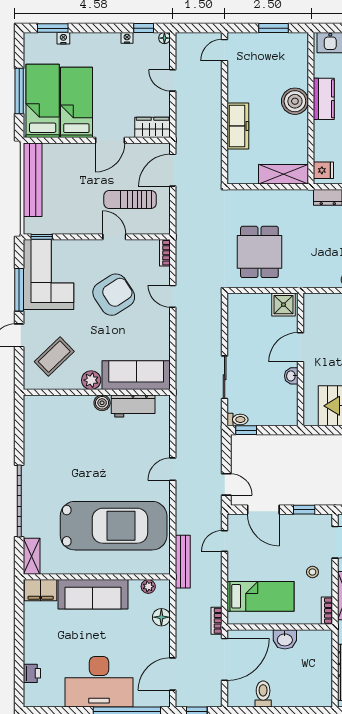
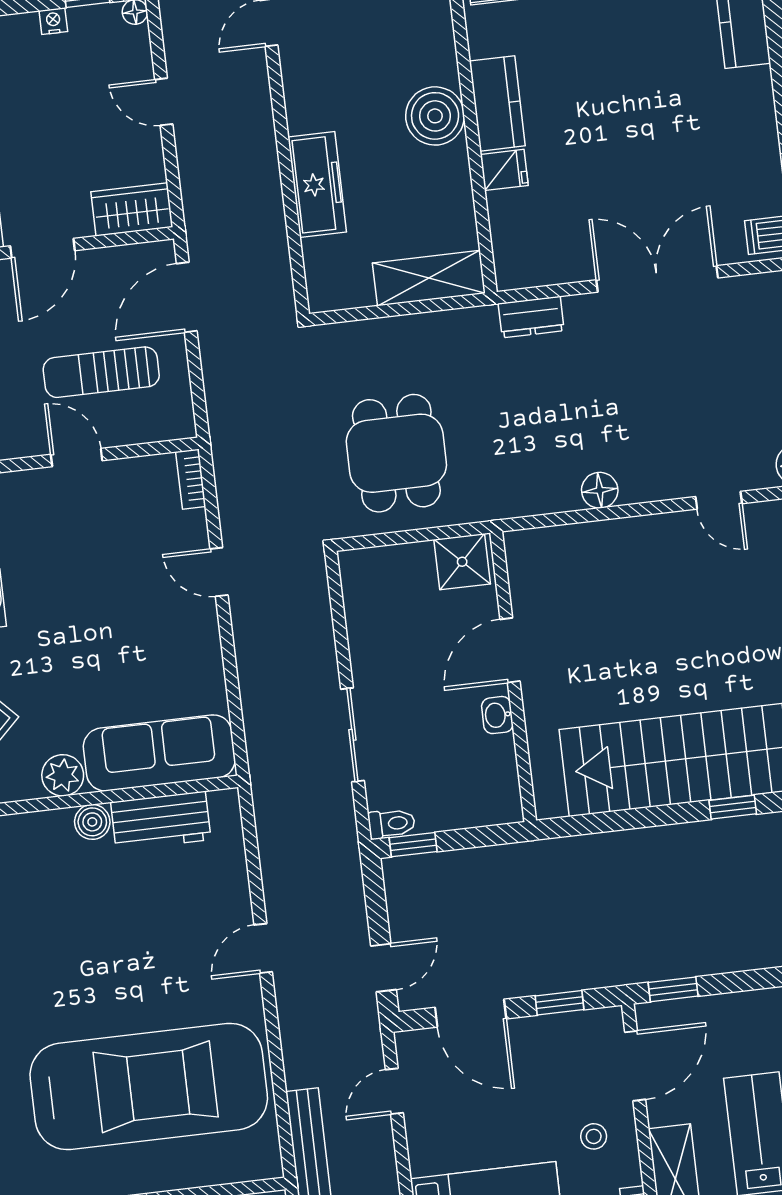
fridge: (323, 170) -> (504, 170), moved
armchair: (114, 295) -> (90, 583), removed
door: (226, 484) -> (384, 968), hinge flipped

